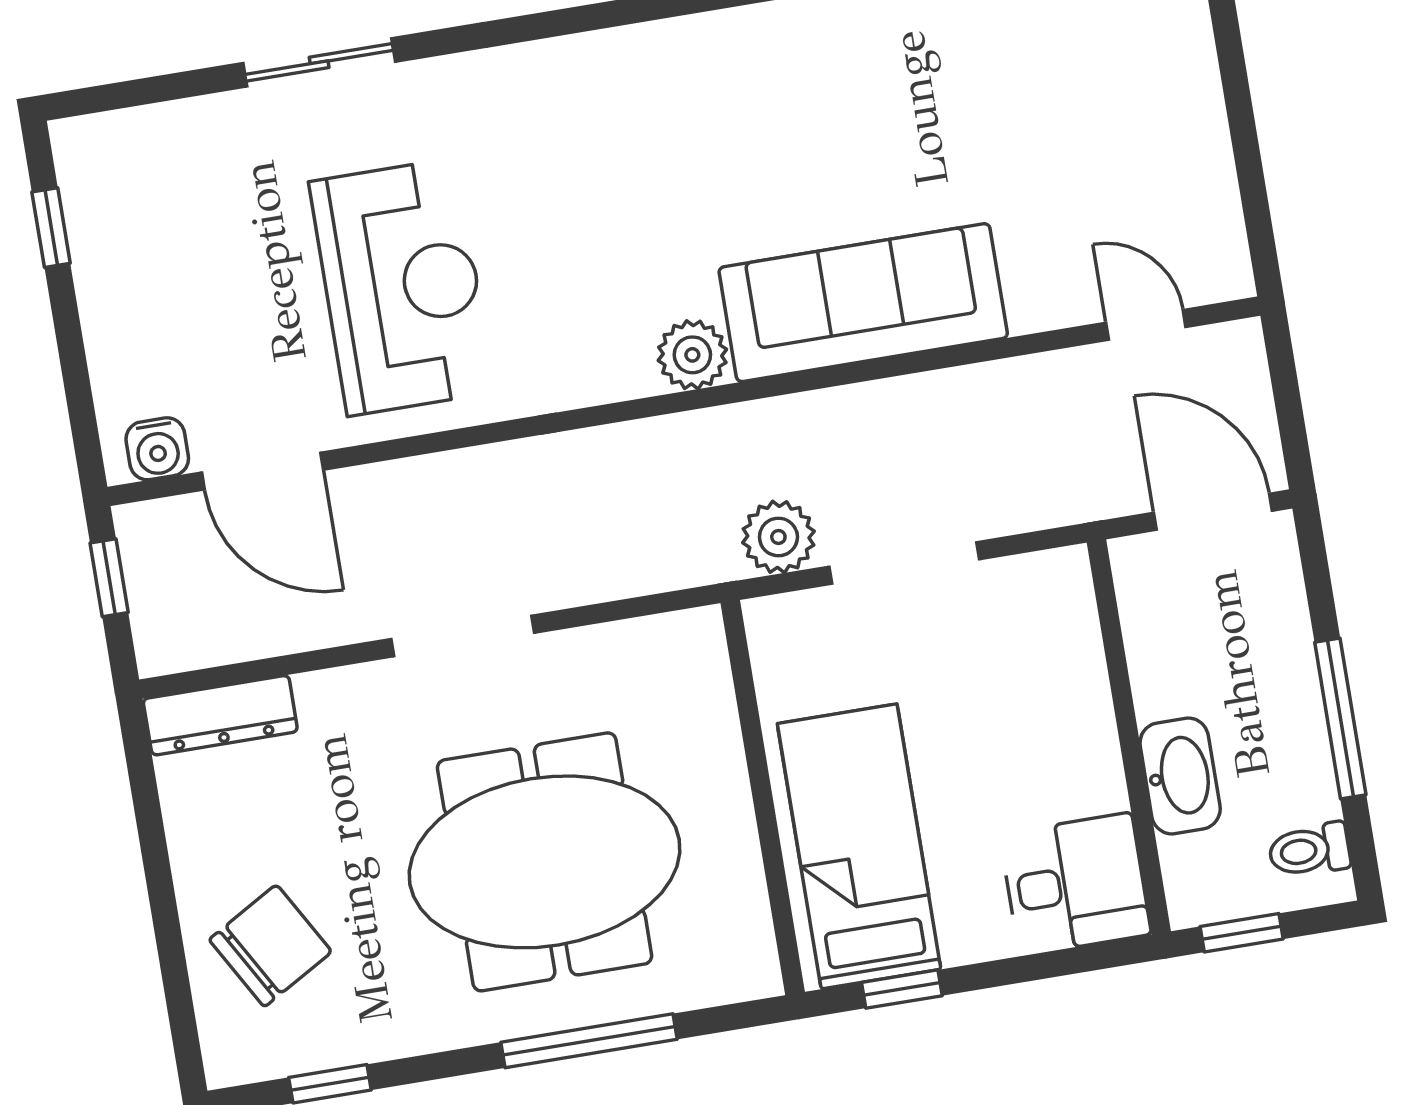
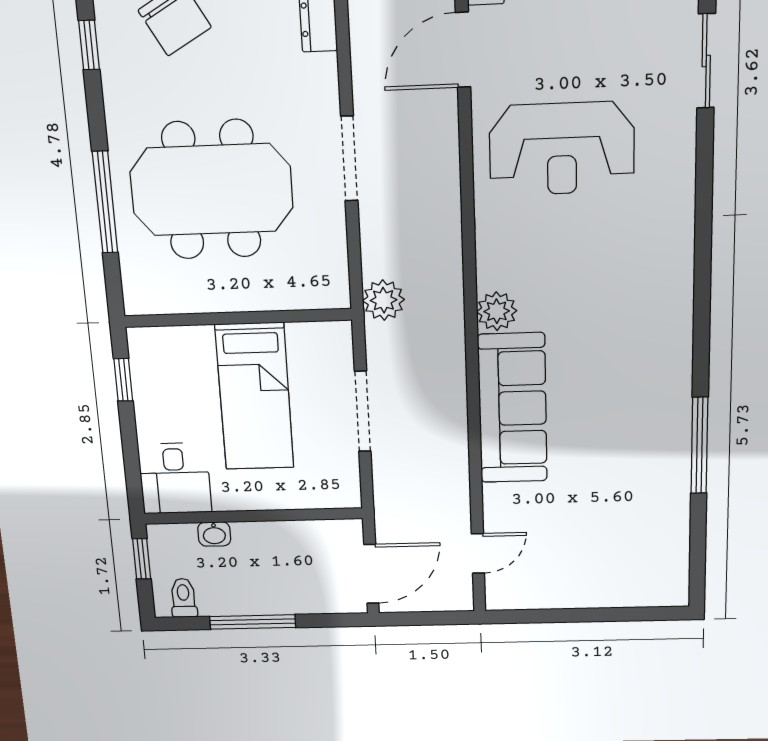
sliding door: (319, 62) -> (706, 61), moved
plant: (778, 537) -> (384, 300), moved
washbasin: (1180, 776) -> (214, 534), width x0.52, depth x0.69
bed: (859, 846) -> (255, 397), moved, turned 90
meeting table: (545, 862) -> (211, 190), turned 90

